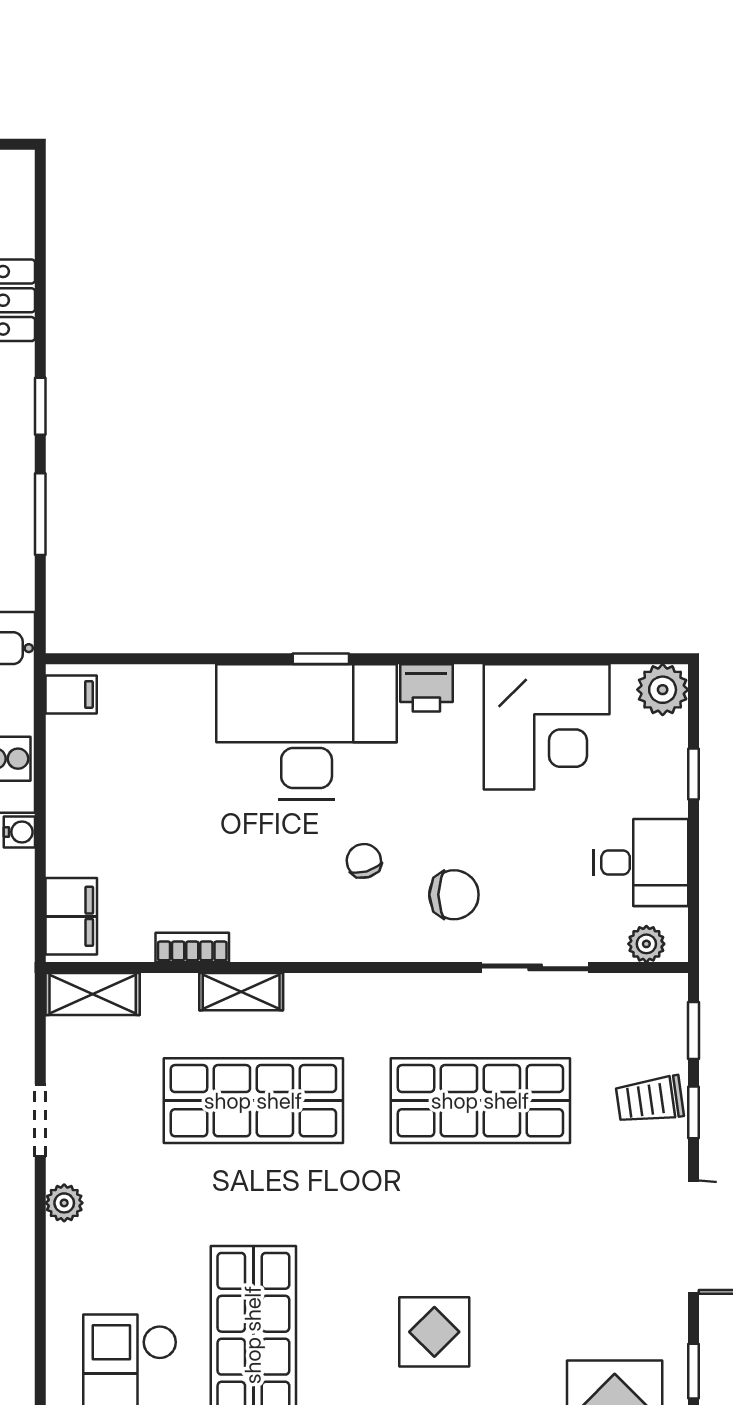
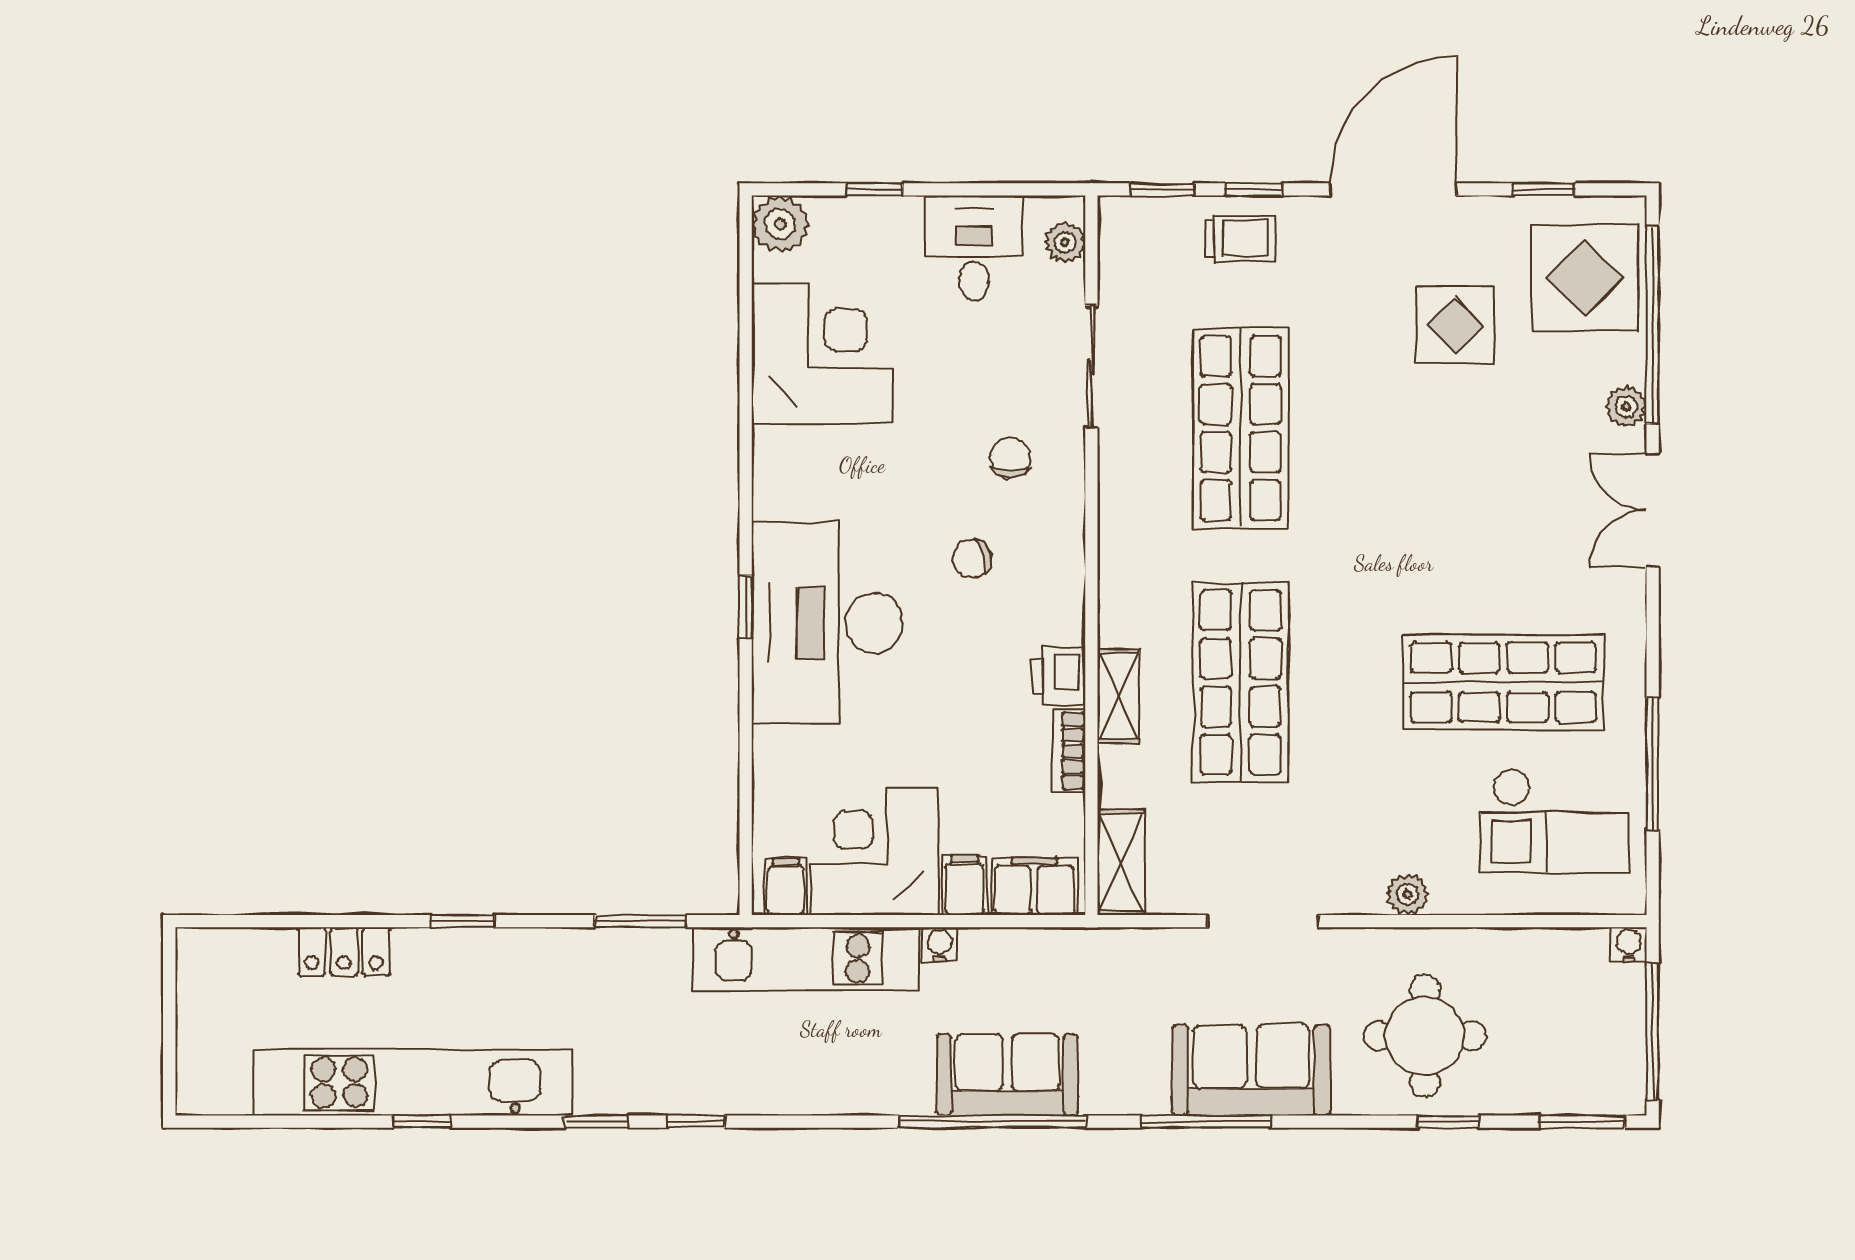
window: (40, 514) -> (640, 921), moved
printer: (426, 688) -> (1059, 677), moved, turned 180
corner desk: (102, 774) -> (875, 852), added
filing cabinet: (72, 854) -> (965, 885), added
chair: (454, 895) -> (1010, 458), width x0.73, depth x0.73
trolley: (650, 1100) -> (1240, 239), turned -82
doorway: (40, 1121) -> (1263, 921), width x1.38
plant: (64, 1203) -> (1408, 894), moved
display table: (434, 1332) -> (1455, 325), moved

